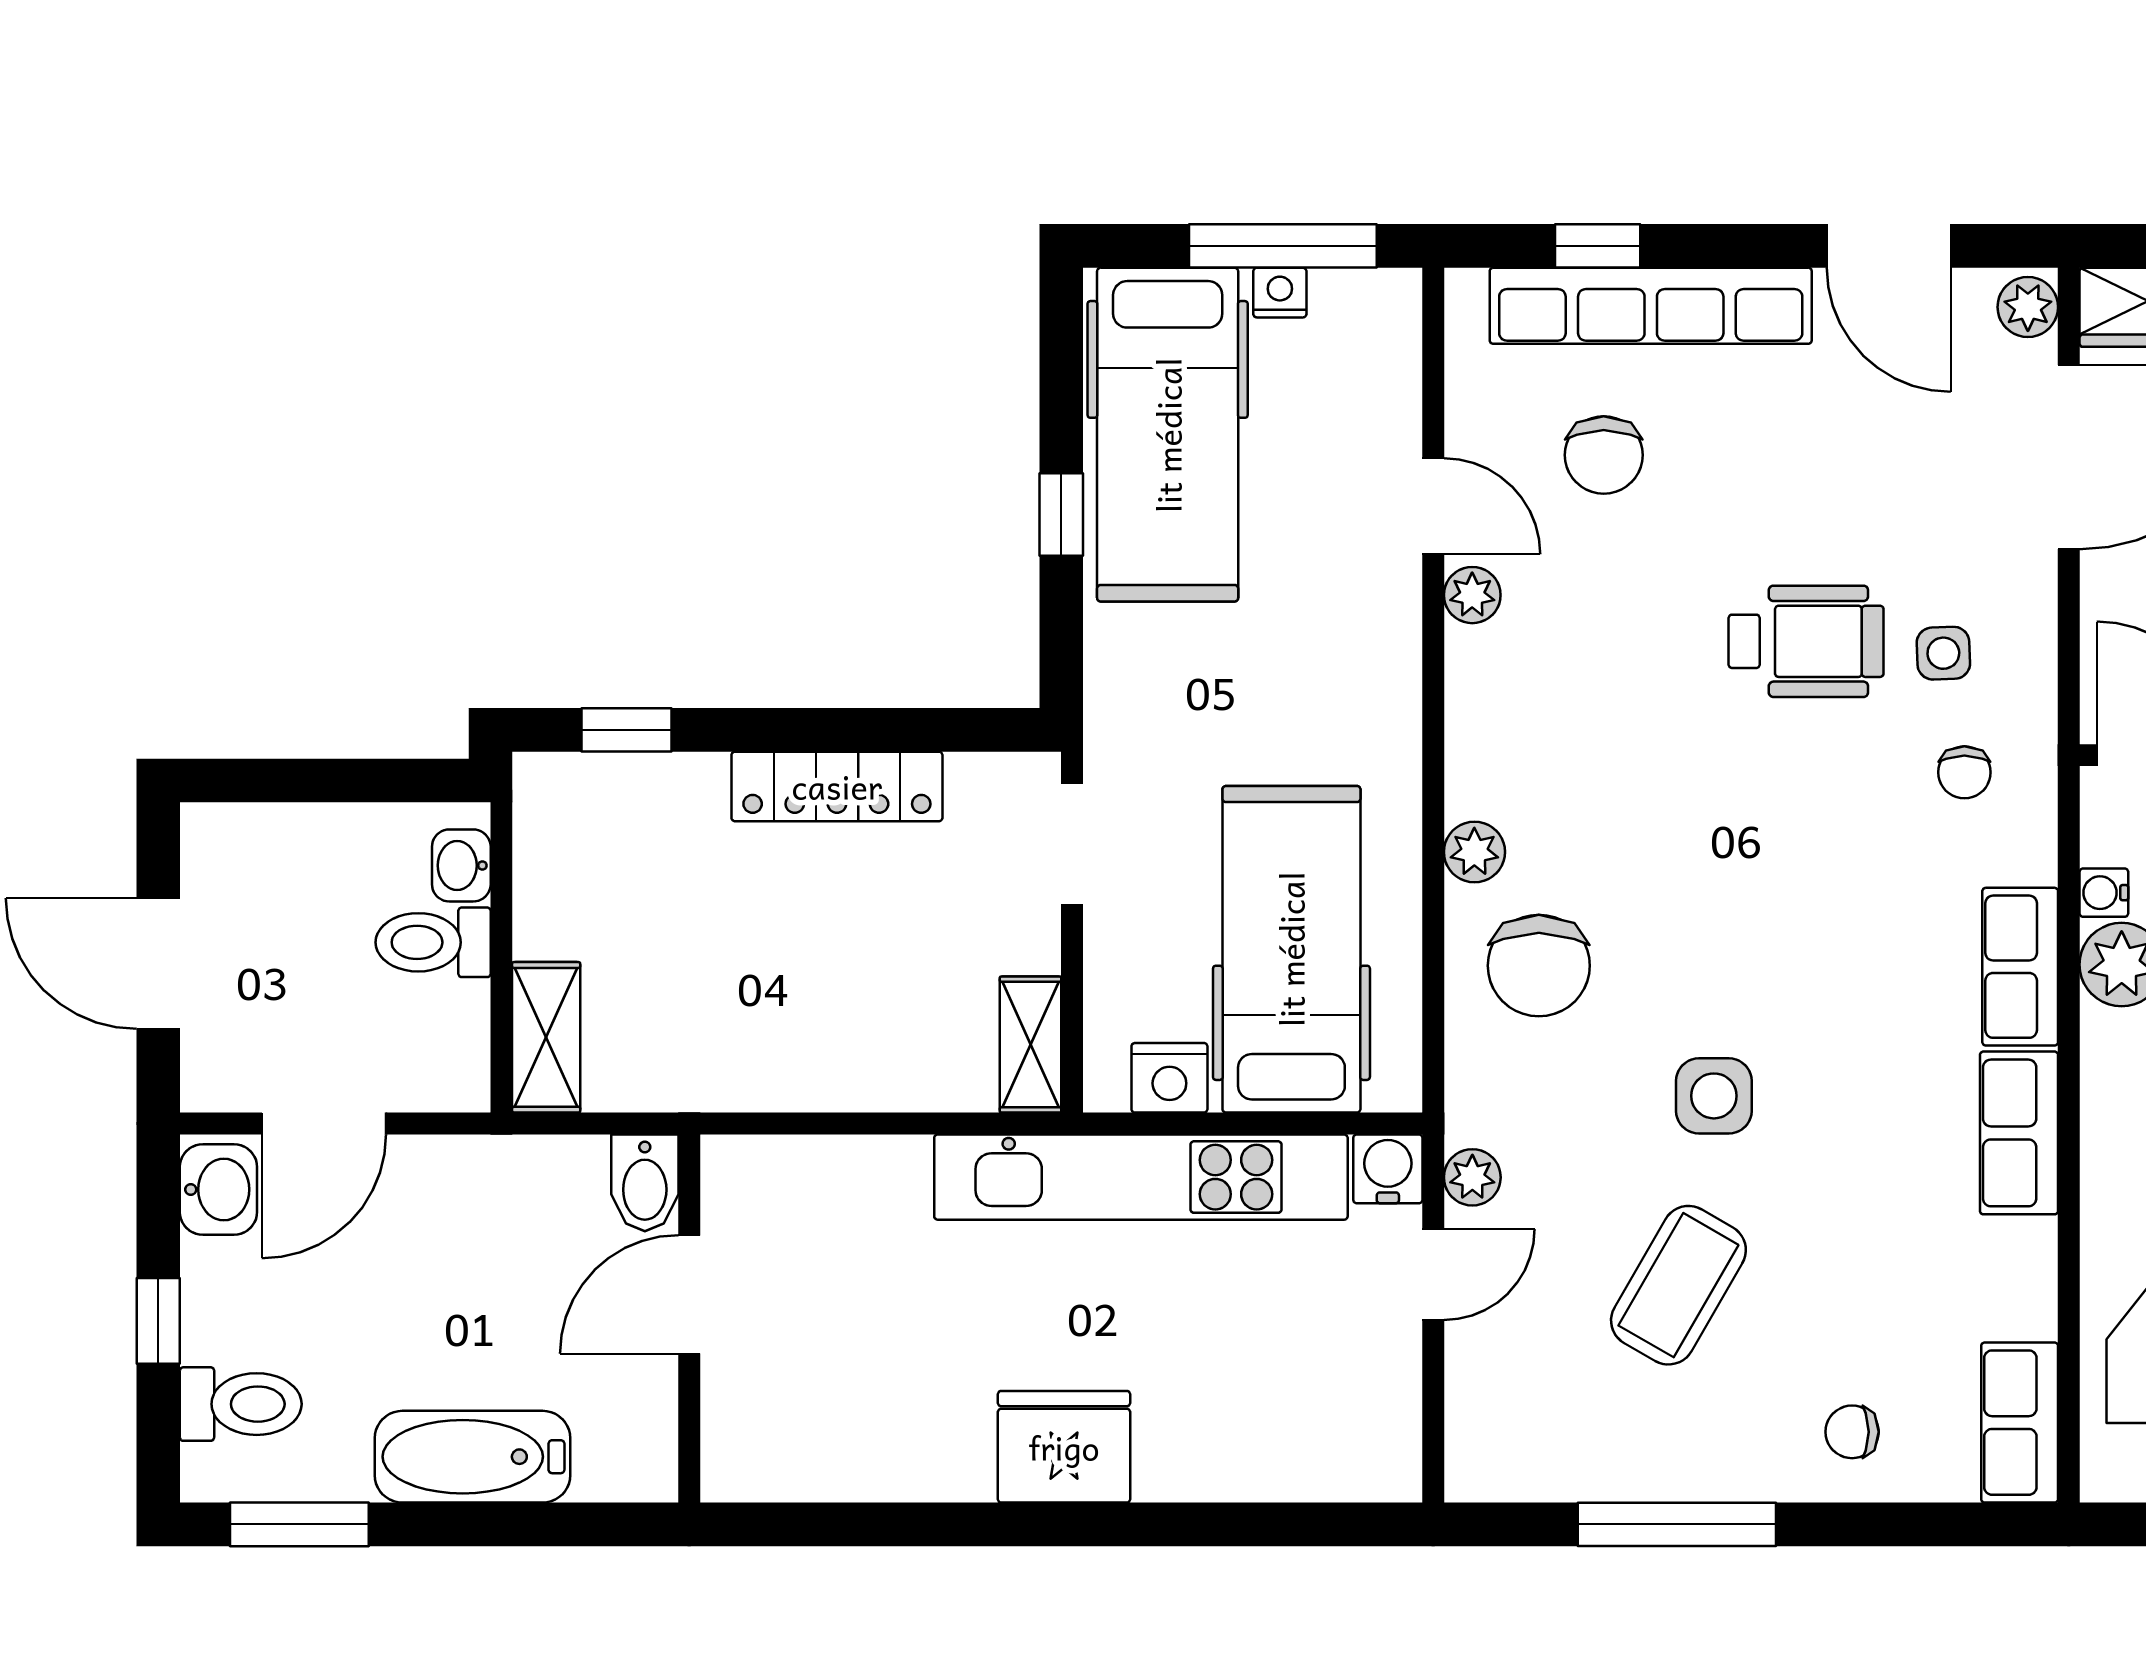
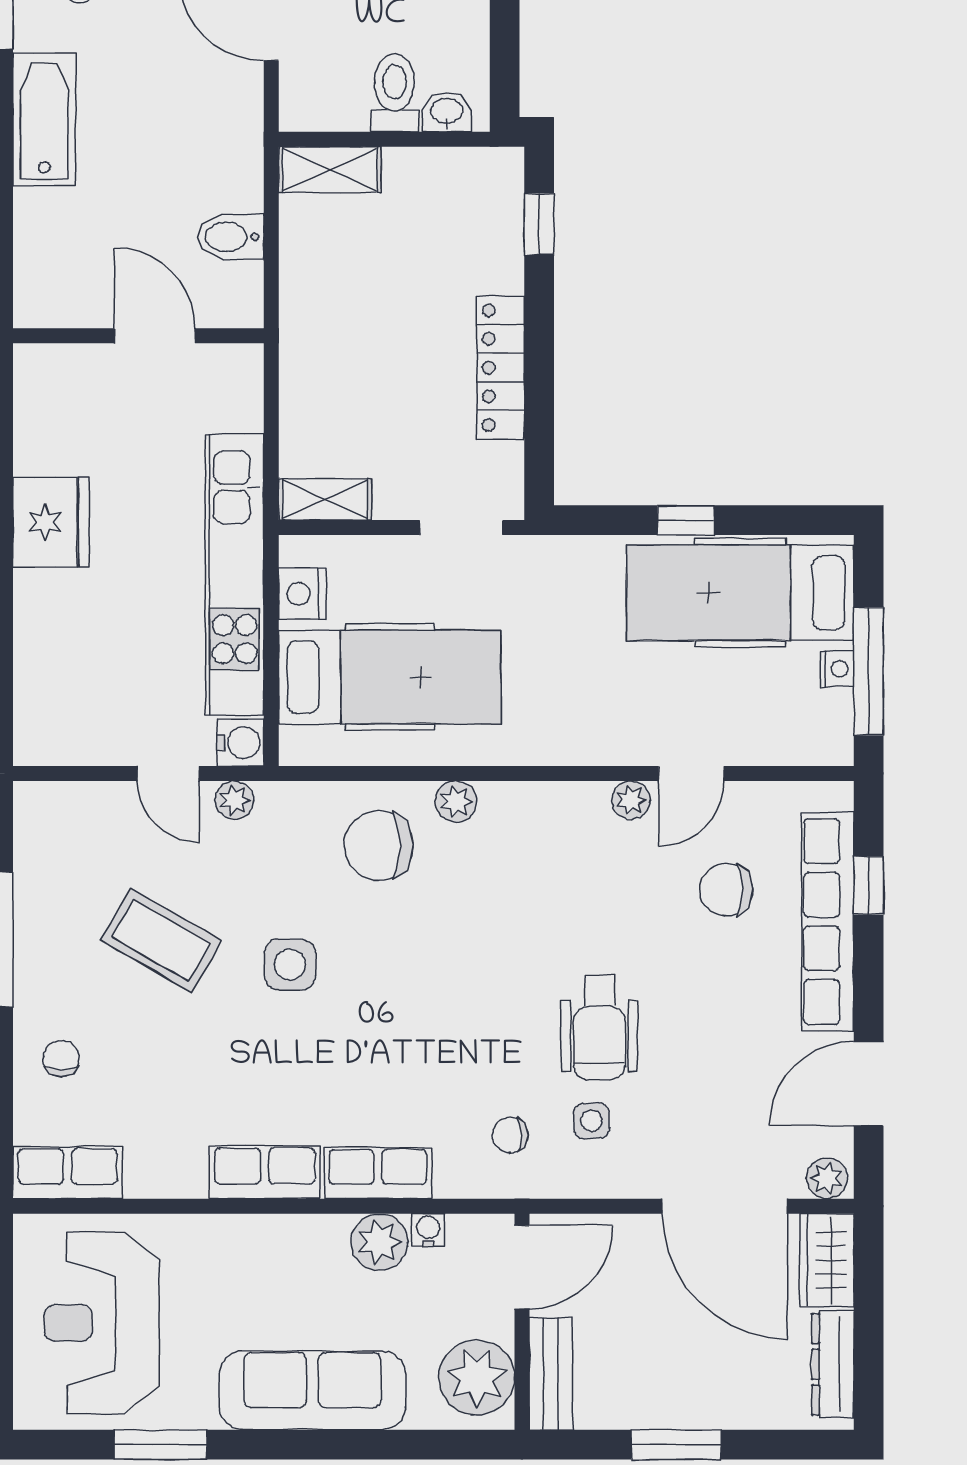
door: (689, 1294) -> (155, 336), moved
wall: (689, 1319) -> (138, 336), moved

